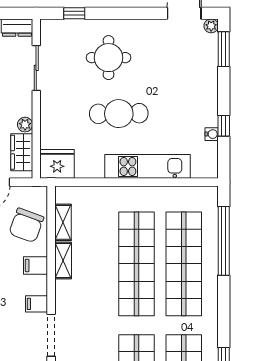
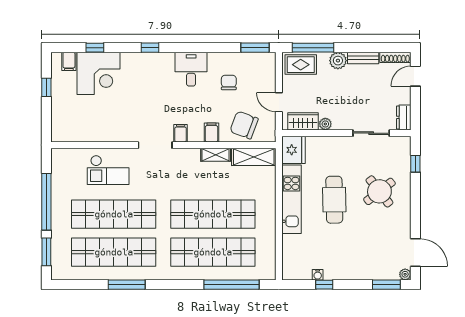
round table: (109, 58) -> (379, 191), turned -38
kitchen unit: (148, 166) -> (291, 199), moved
shelving: (63, 222) -> (254, 157), width x1.50, depth x1.33

